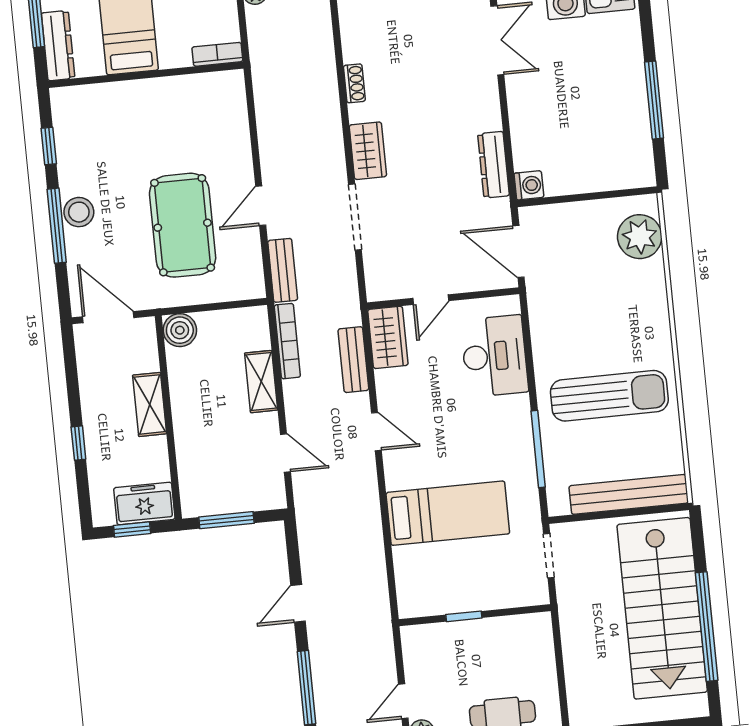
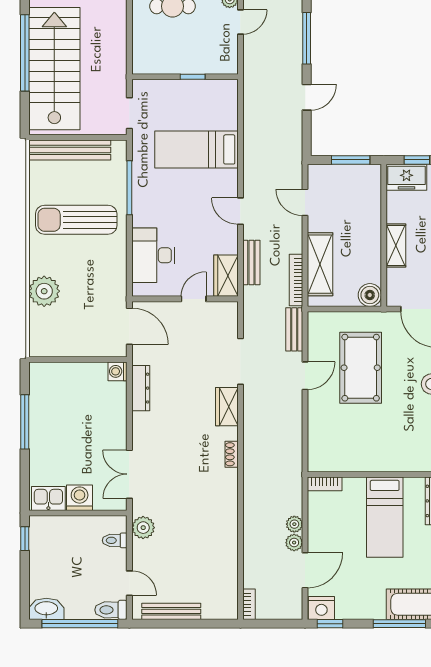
plant: (640, 237) -> (44, 291), moved
shelving: (261, 382) -> (320, 264), width x1.50, depth x1.33

